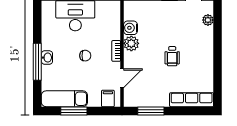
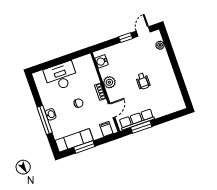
water cooler: (131, 28) -> (101, 61), moved
row of seats: (192, 100) -> (137, 119), moved

